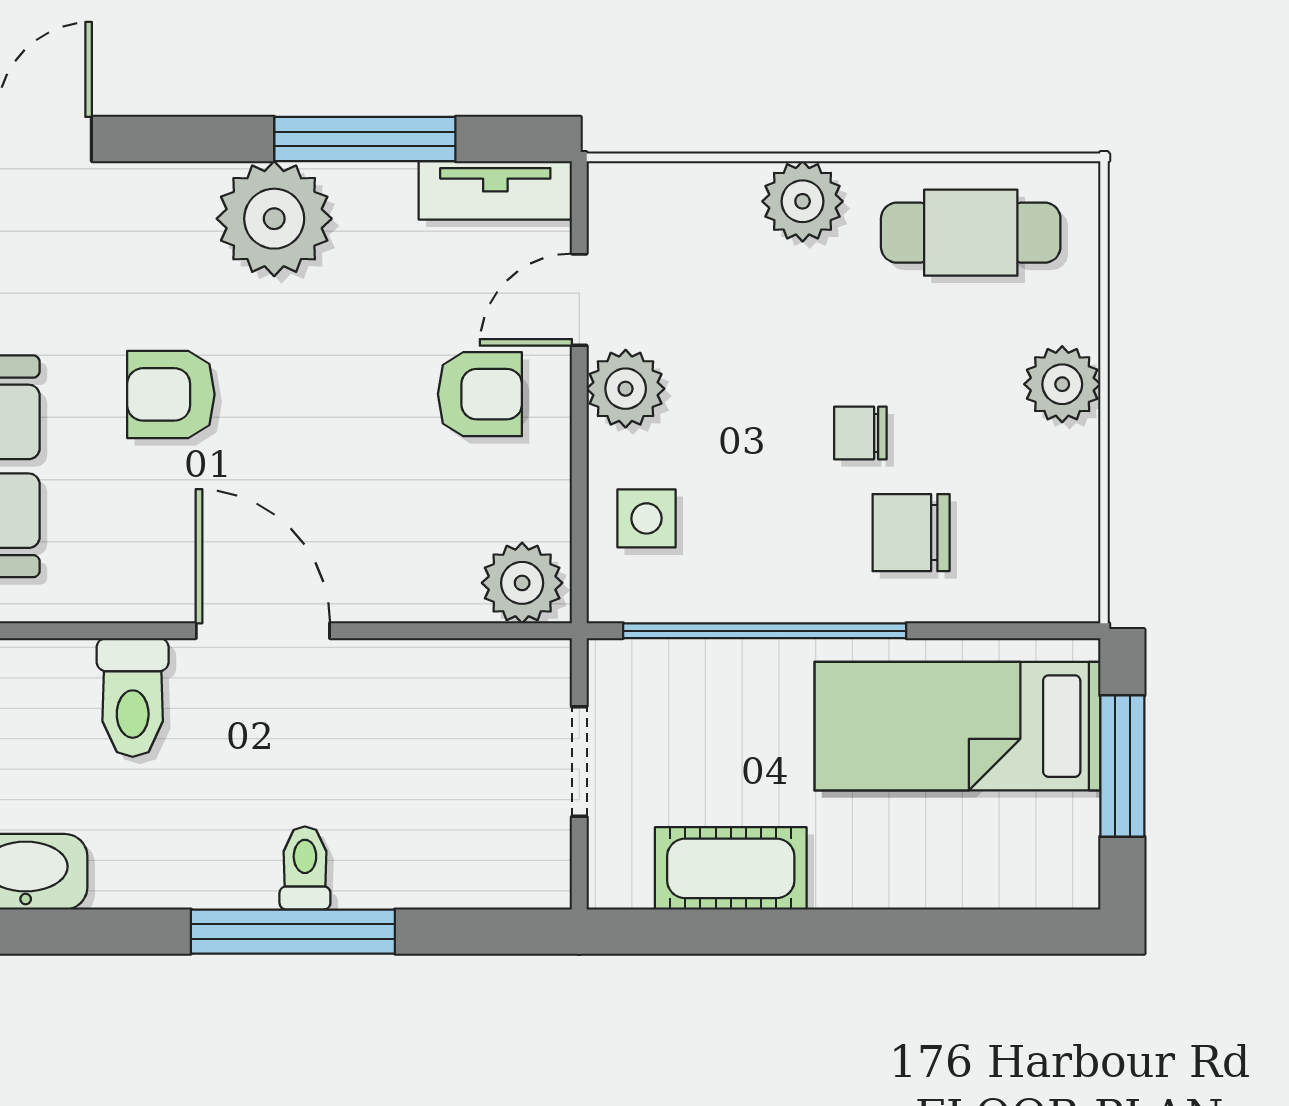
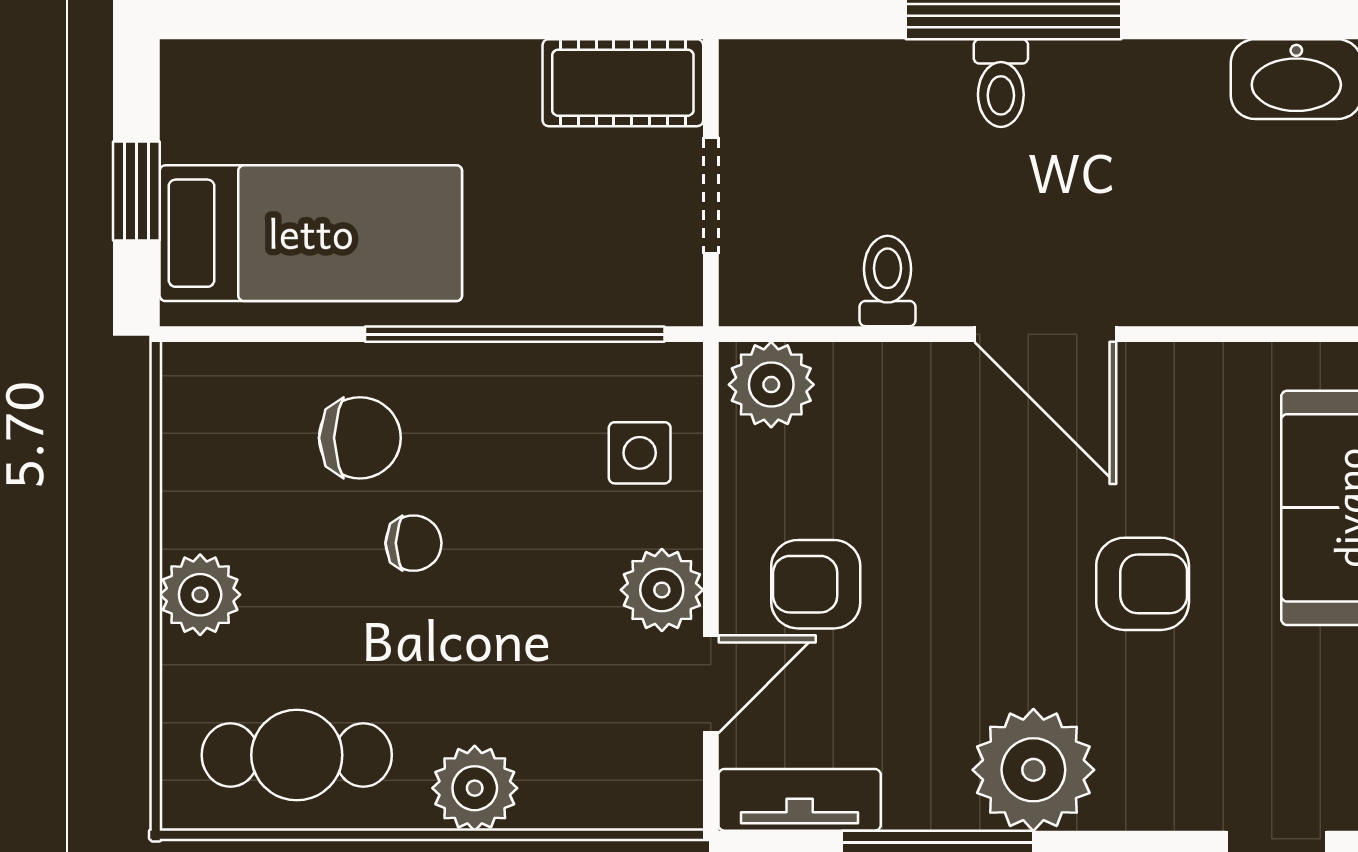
toilet: (133, 697) -> (887, 281), moved, width x0.73, depth x0.72
window: (1122, 766) -> (136, 191), width x0.67
cot: (731, 868) -> (623, 83), moved

